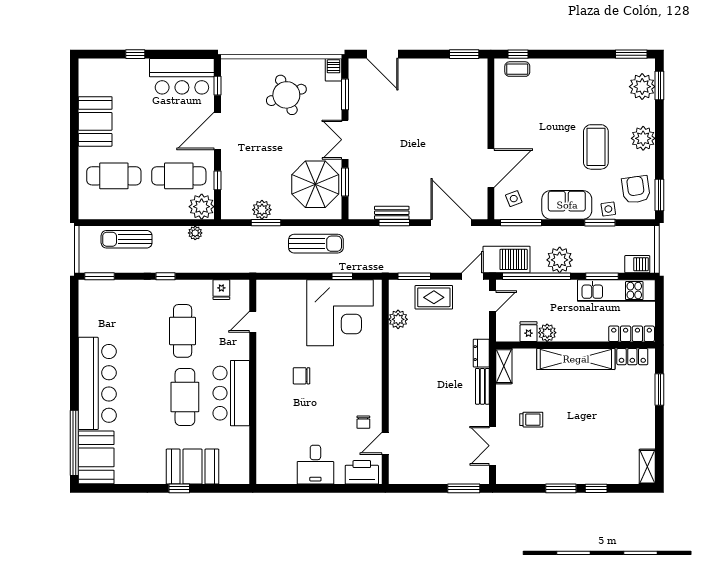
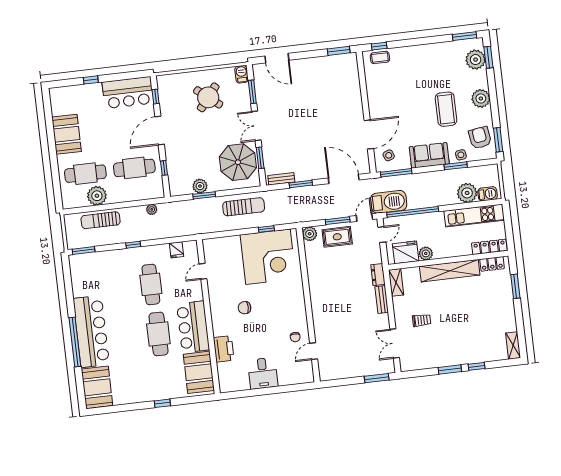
round table: (286, 95) -> (208, 97), turned -30
plant: (202, 207) -> (97, 196), moved
bench: (392, 213) -> (281, 179), moved
plant: (560, 260) -> (467, 193), moved
window: (414, 276) -> (338, 221), moved
window: (602, 276) -> (462, 206), removed
plant: (398, 319) -> (310, 234), moved
fridge: (528, 332) -> (406, 252), width x1.88, depth x1.34
window: (74, 443) -> (75, 342), moved
booth: (193, 467) -> (199, 372), moved, turned 90
printer: (362, 472) -> (224, 349), moved, turned 90

